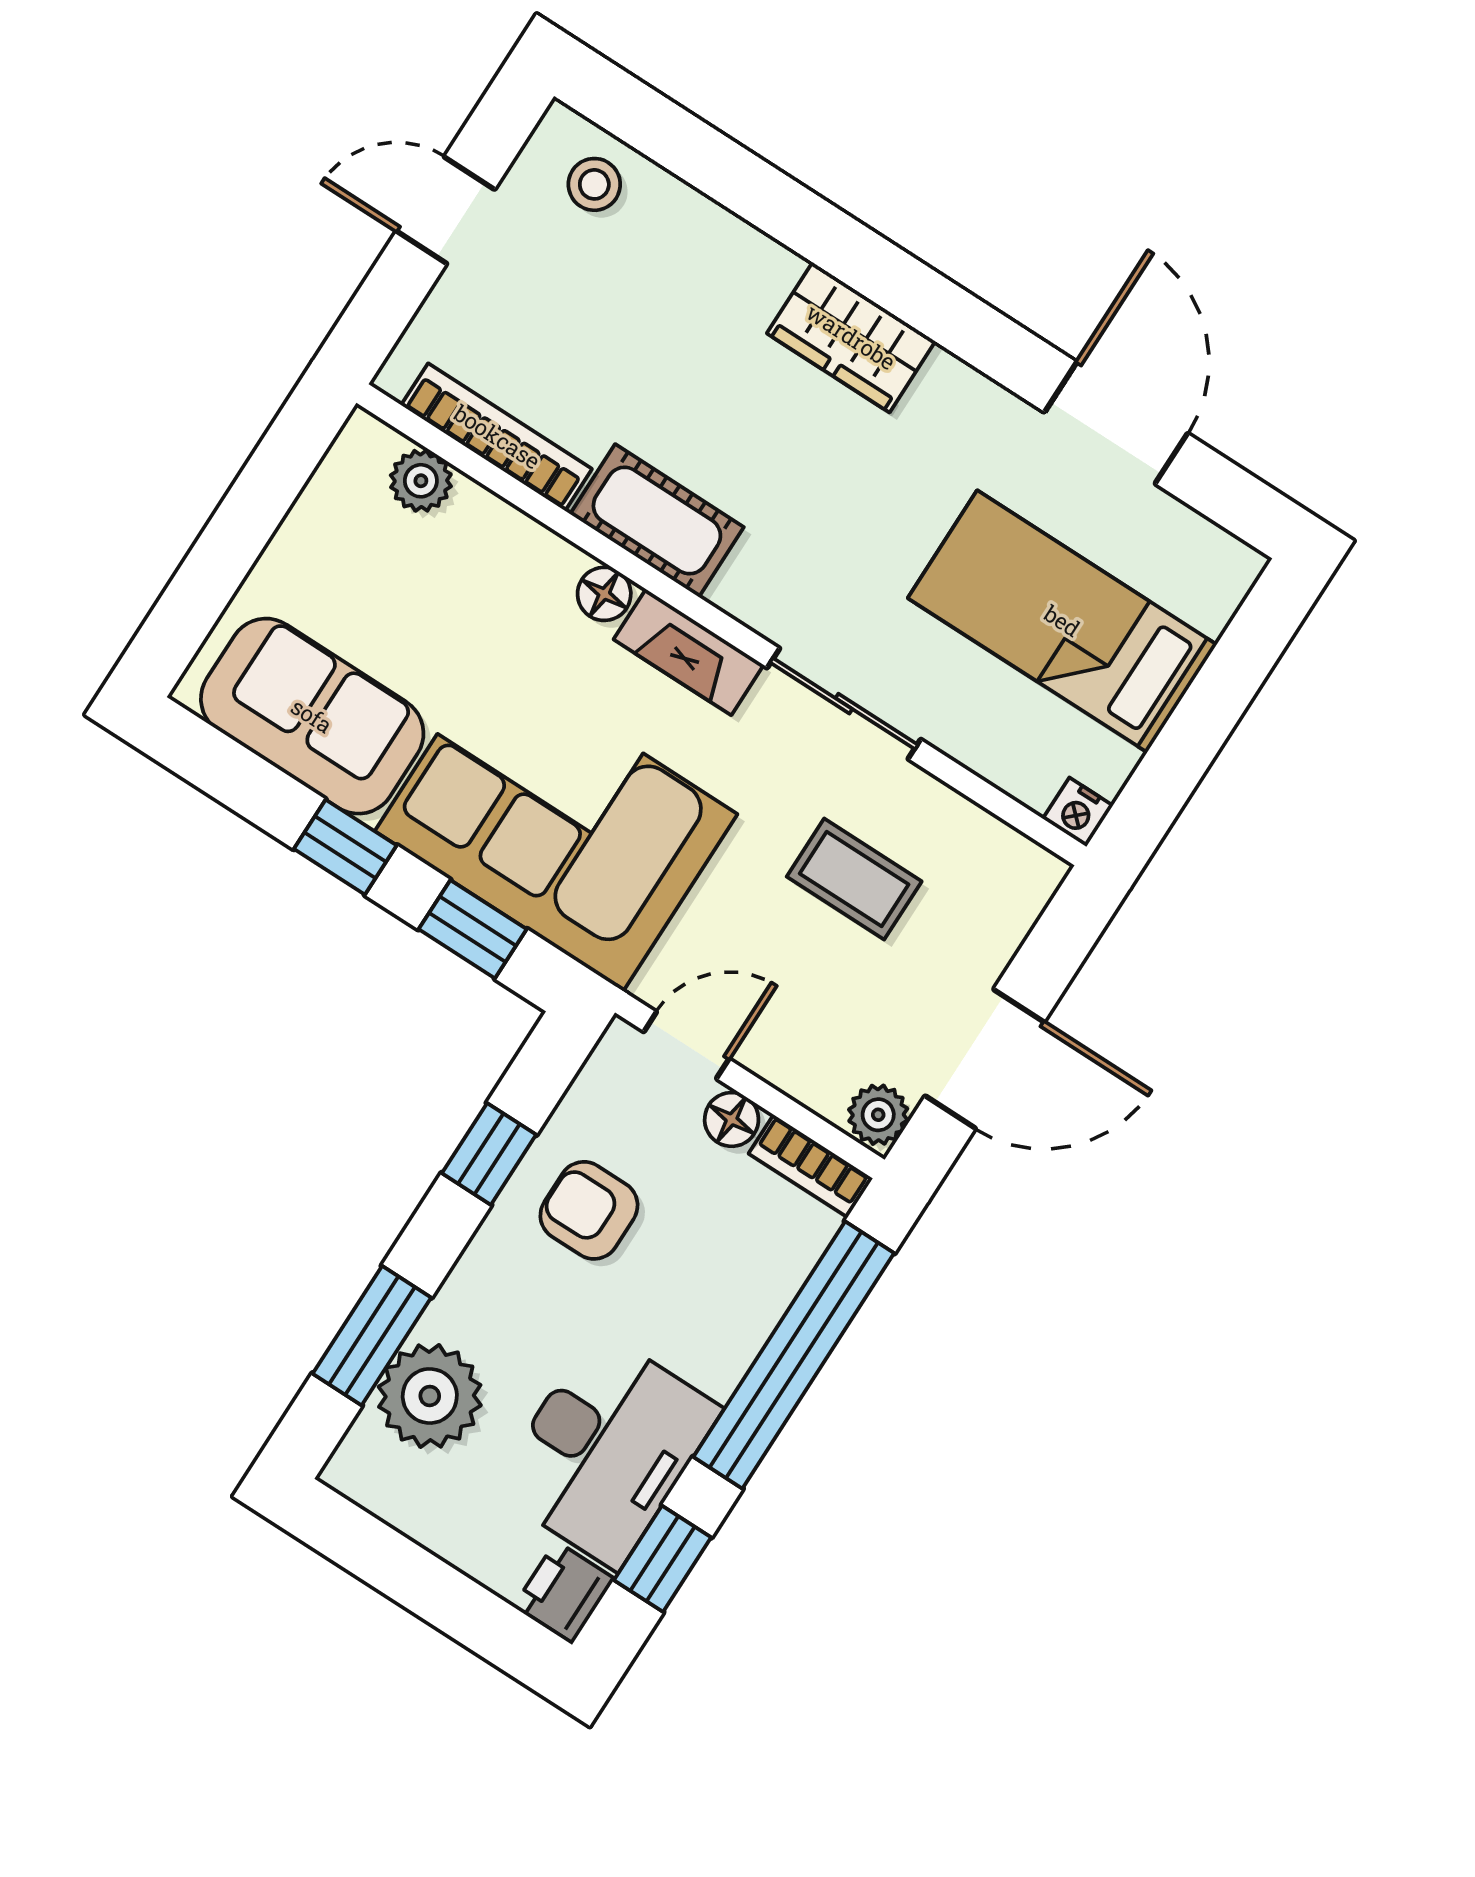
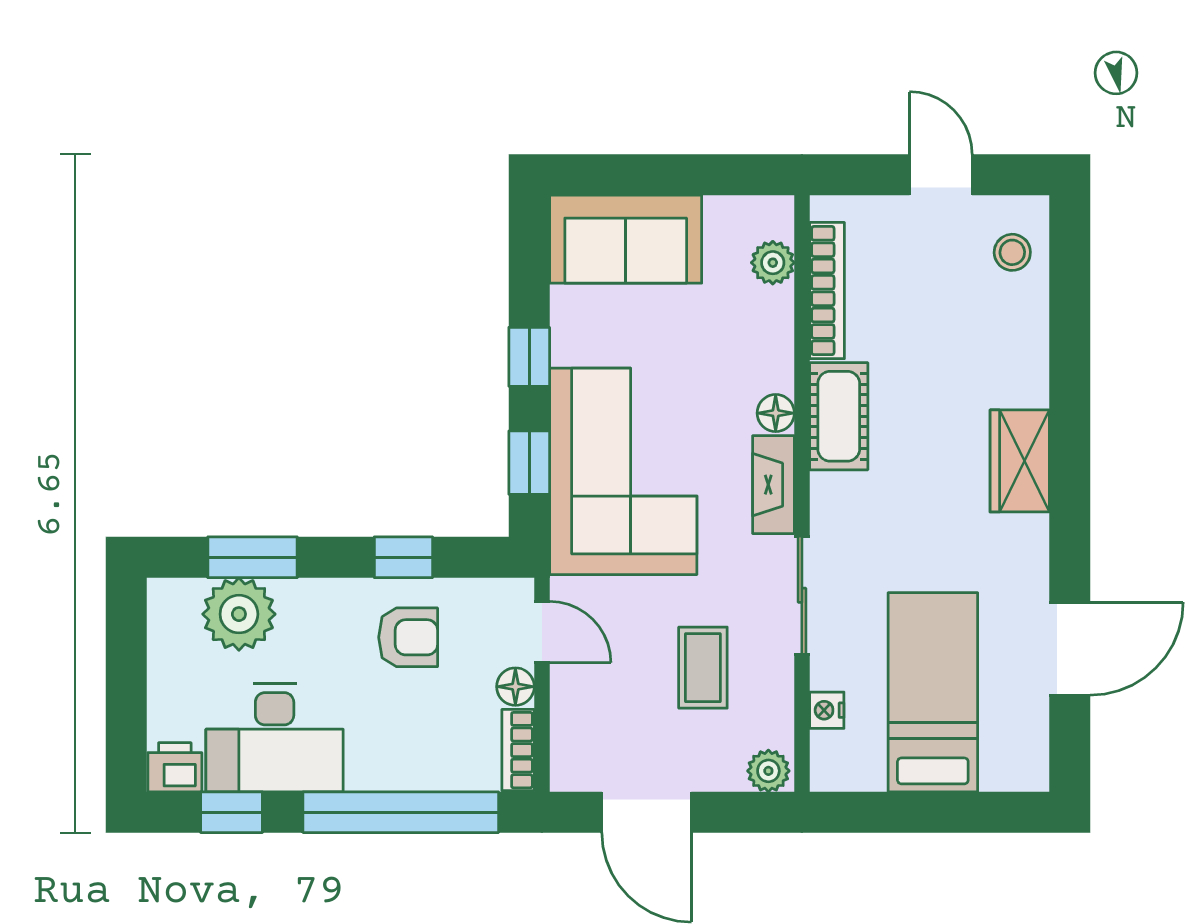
sofa: (312, 716) -> (626, 239), moved, turned 90
nightstand: (1078, 812) -> (827, 710), moved
plant: (878, 1115) -> (768, 771), moved
armchair: (589, 1210) -> (408, 637), turned 90

